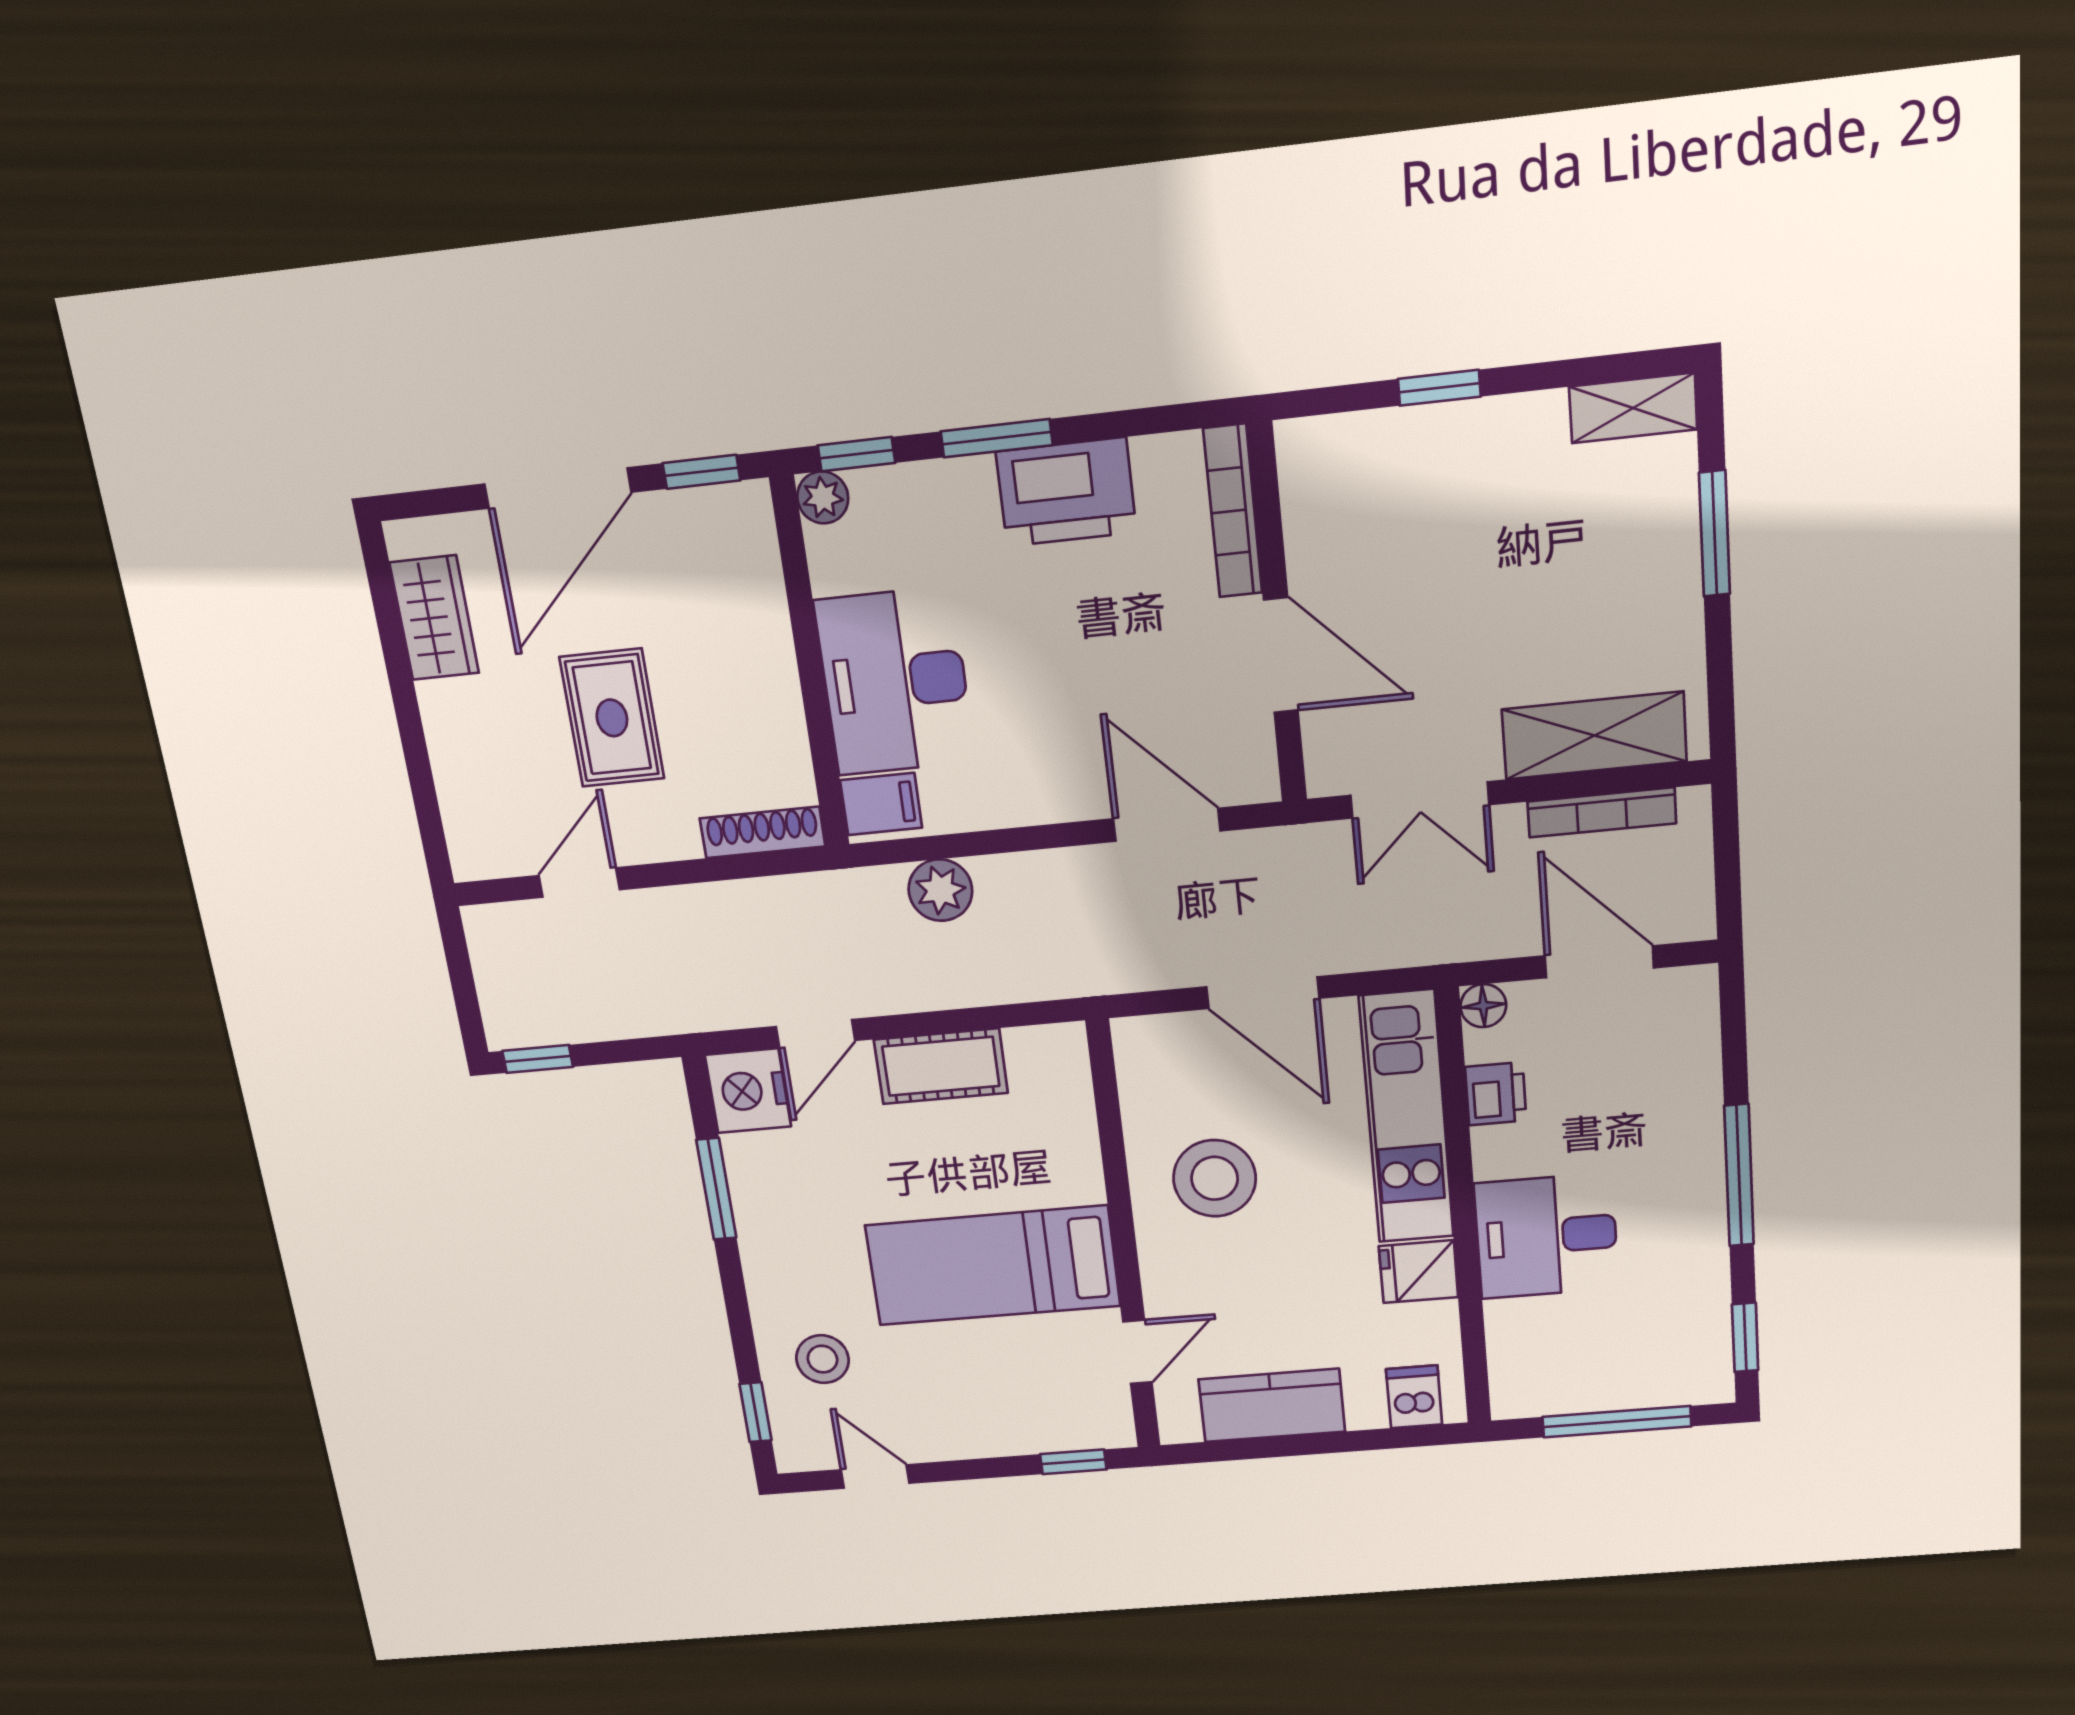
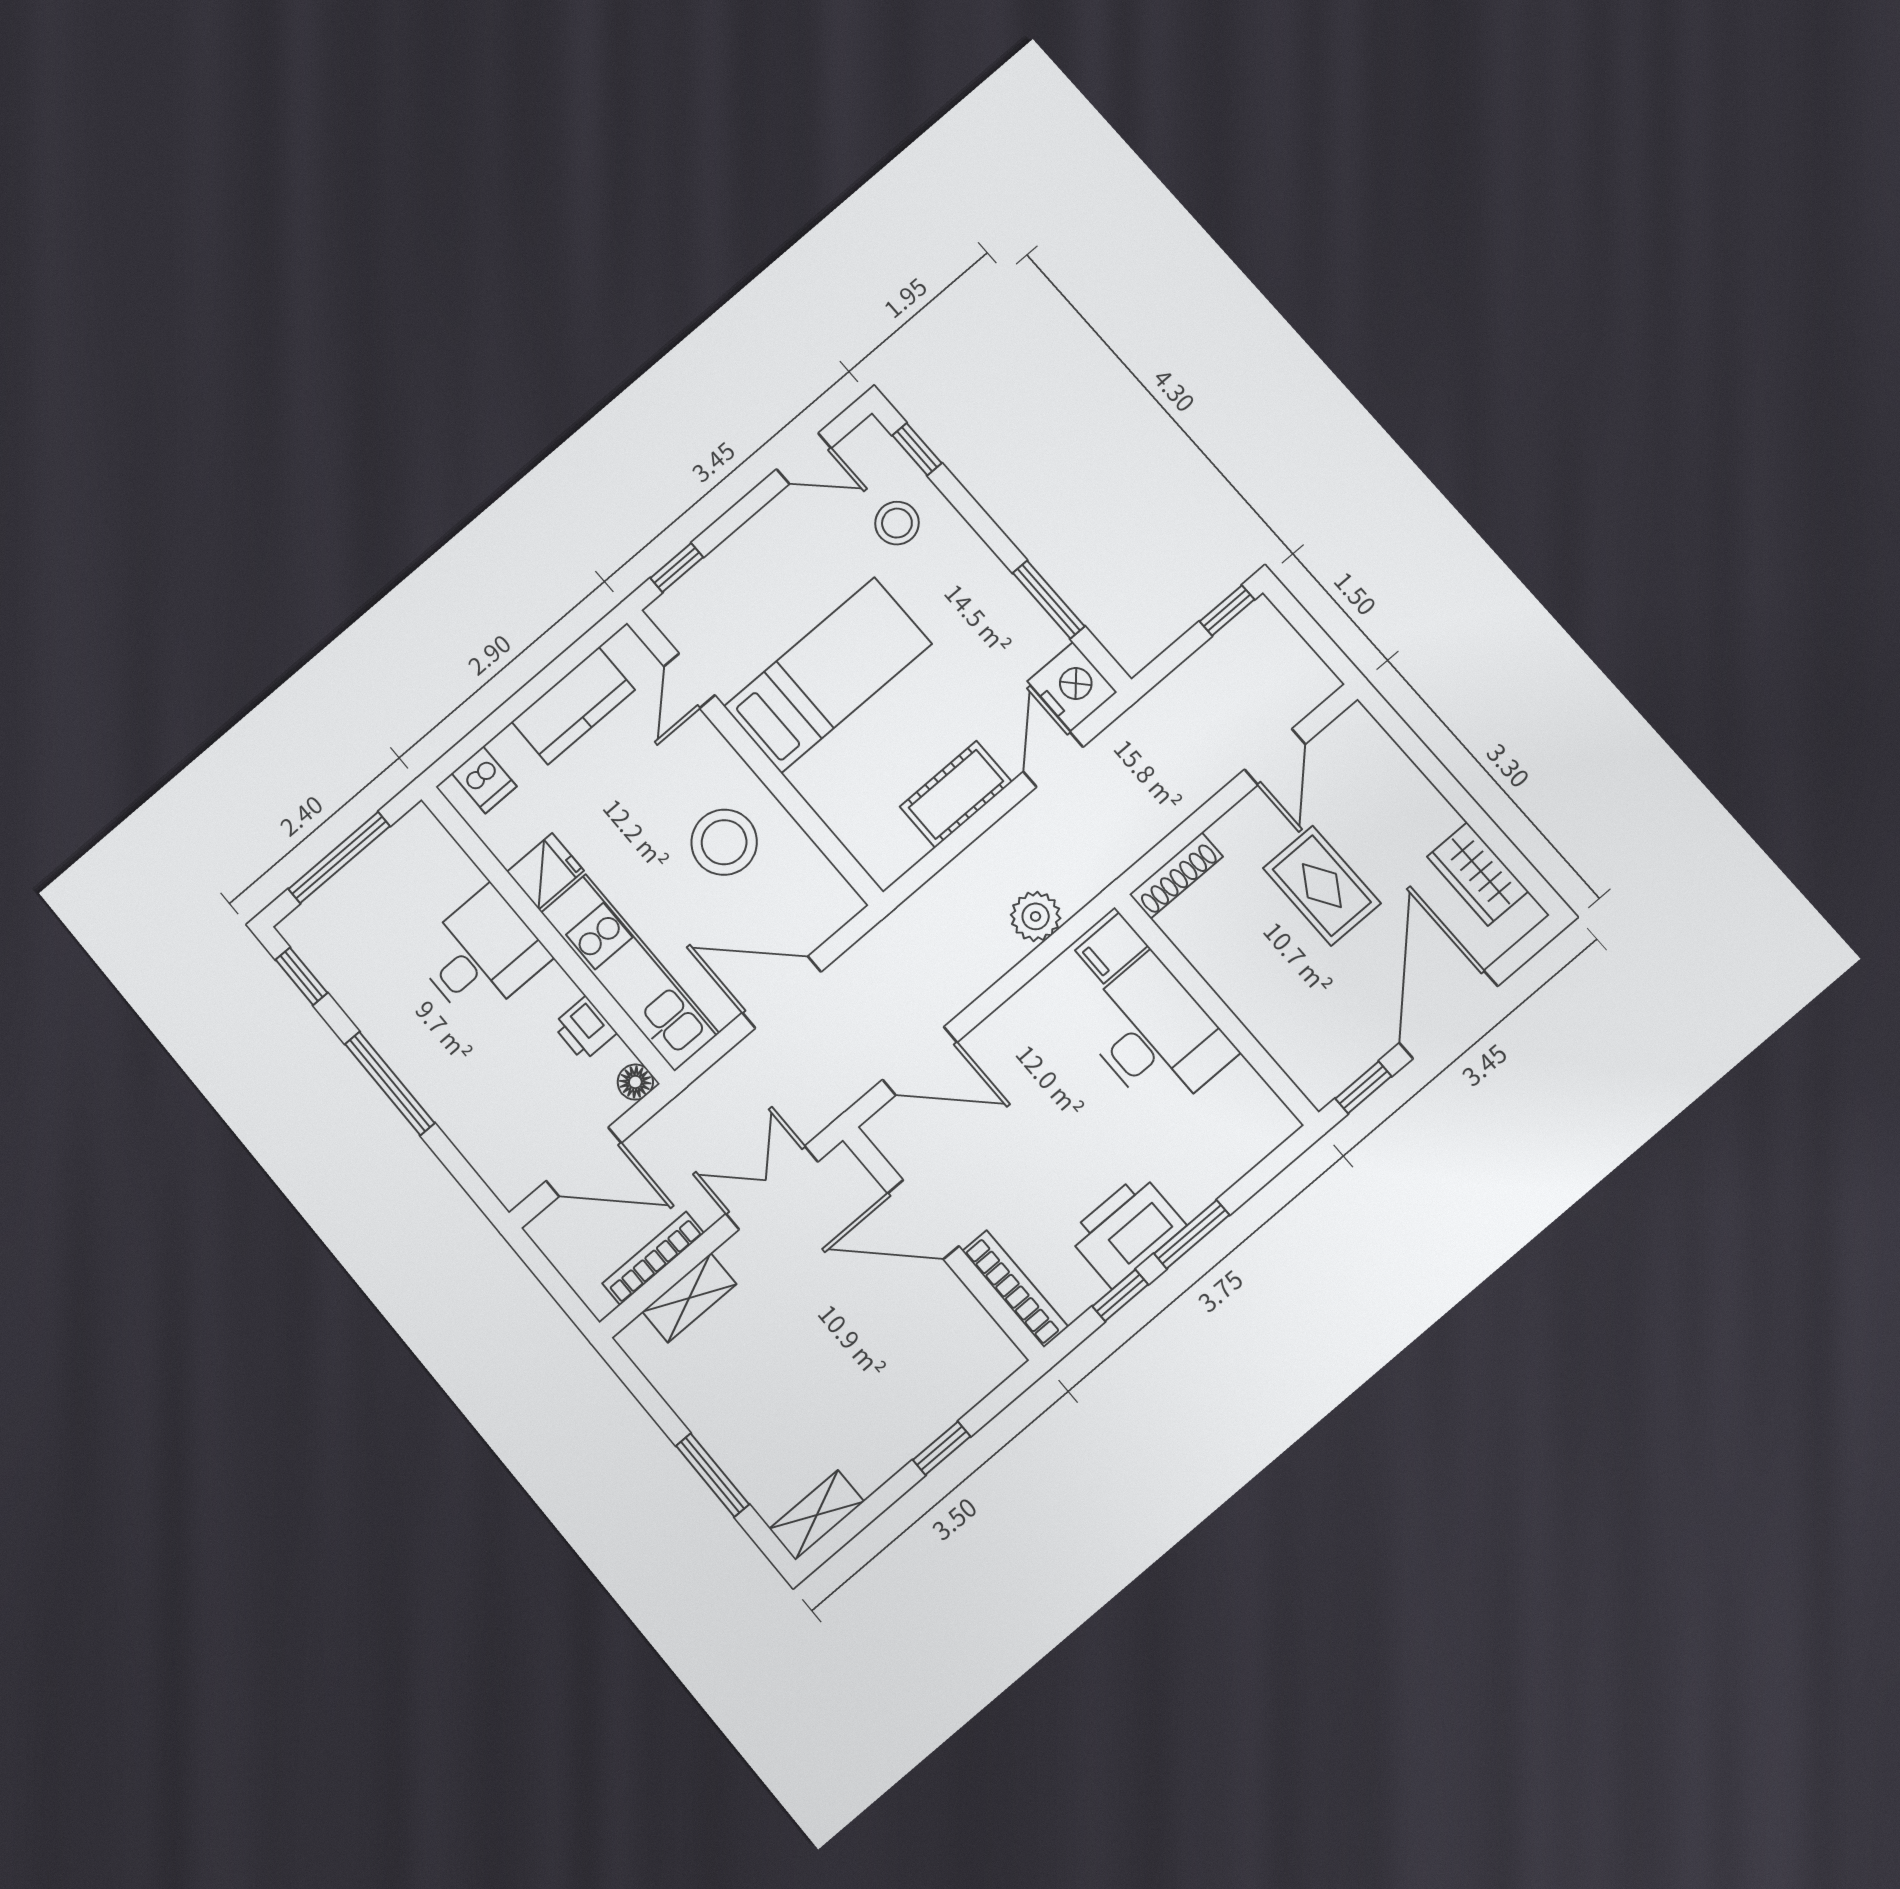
window: (856, 454) -> (1120, 1295), moved
plant: (823, 497) -> (1276, 1123), removed
shelving: (1594, 735) -> (689, 1298), width x0.67, depth x0.75

